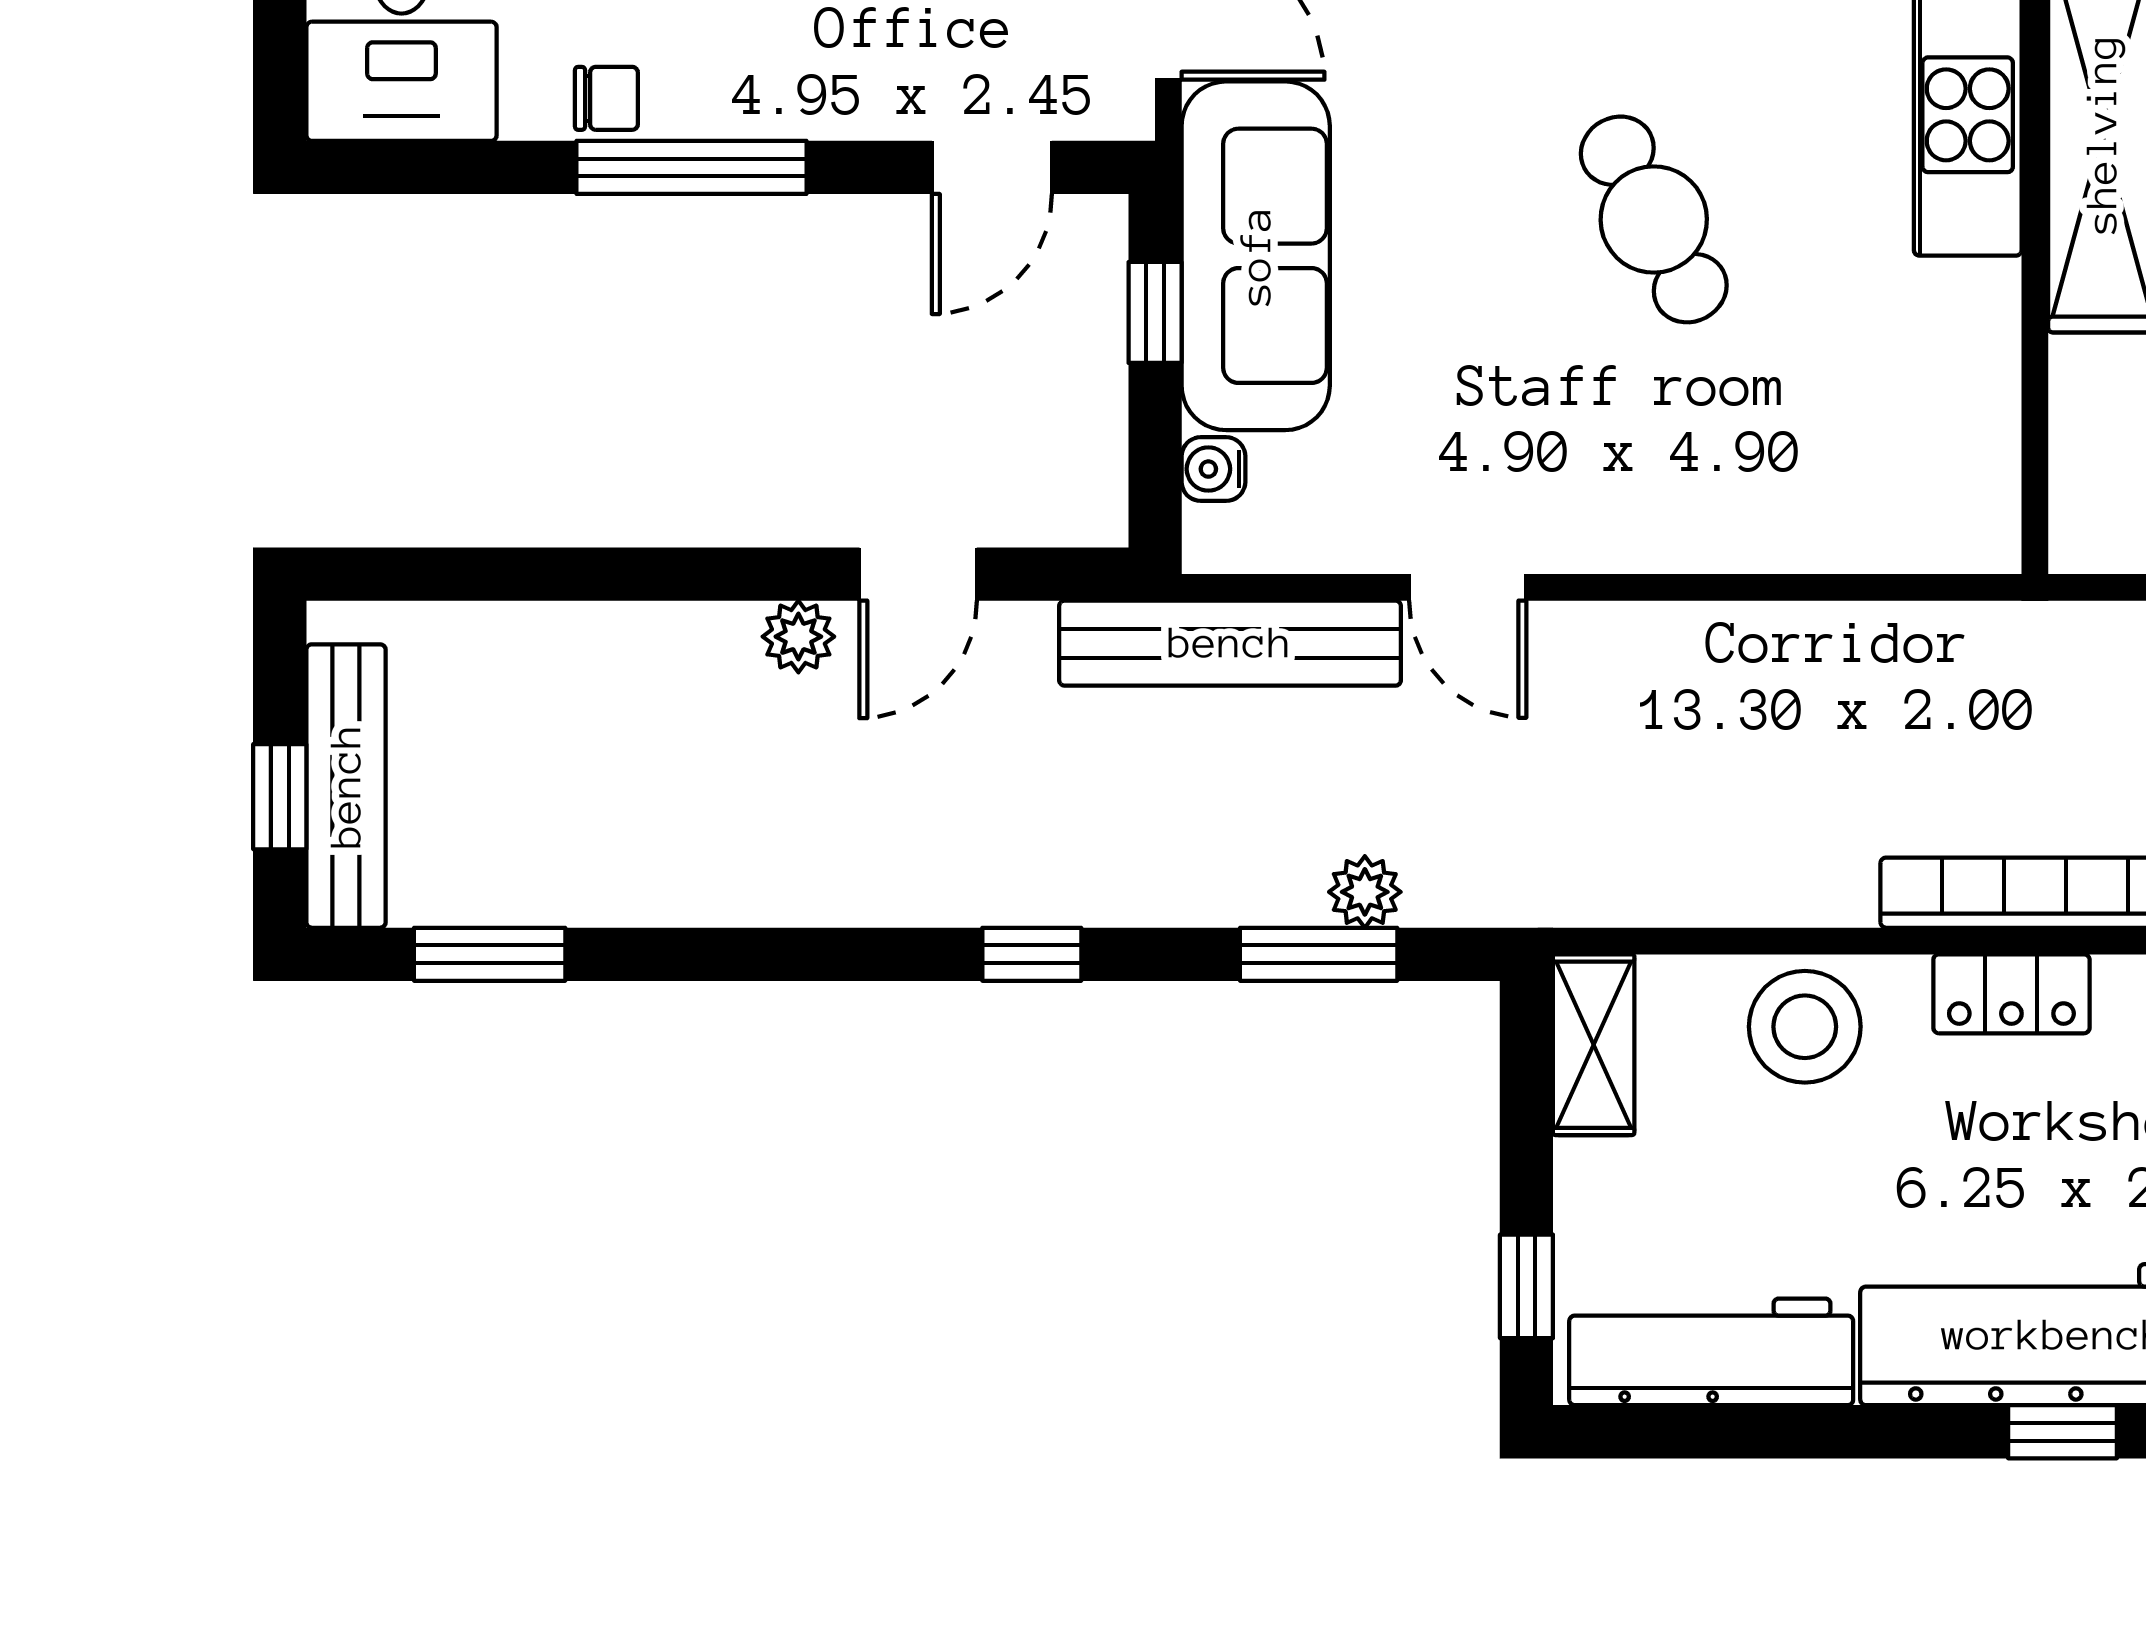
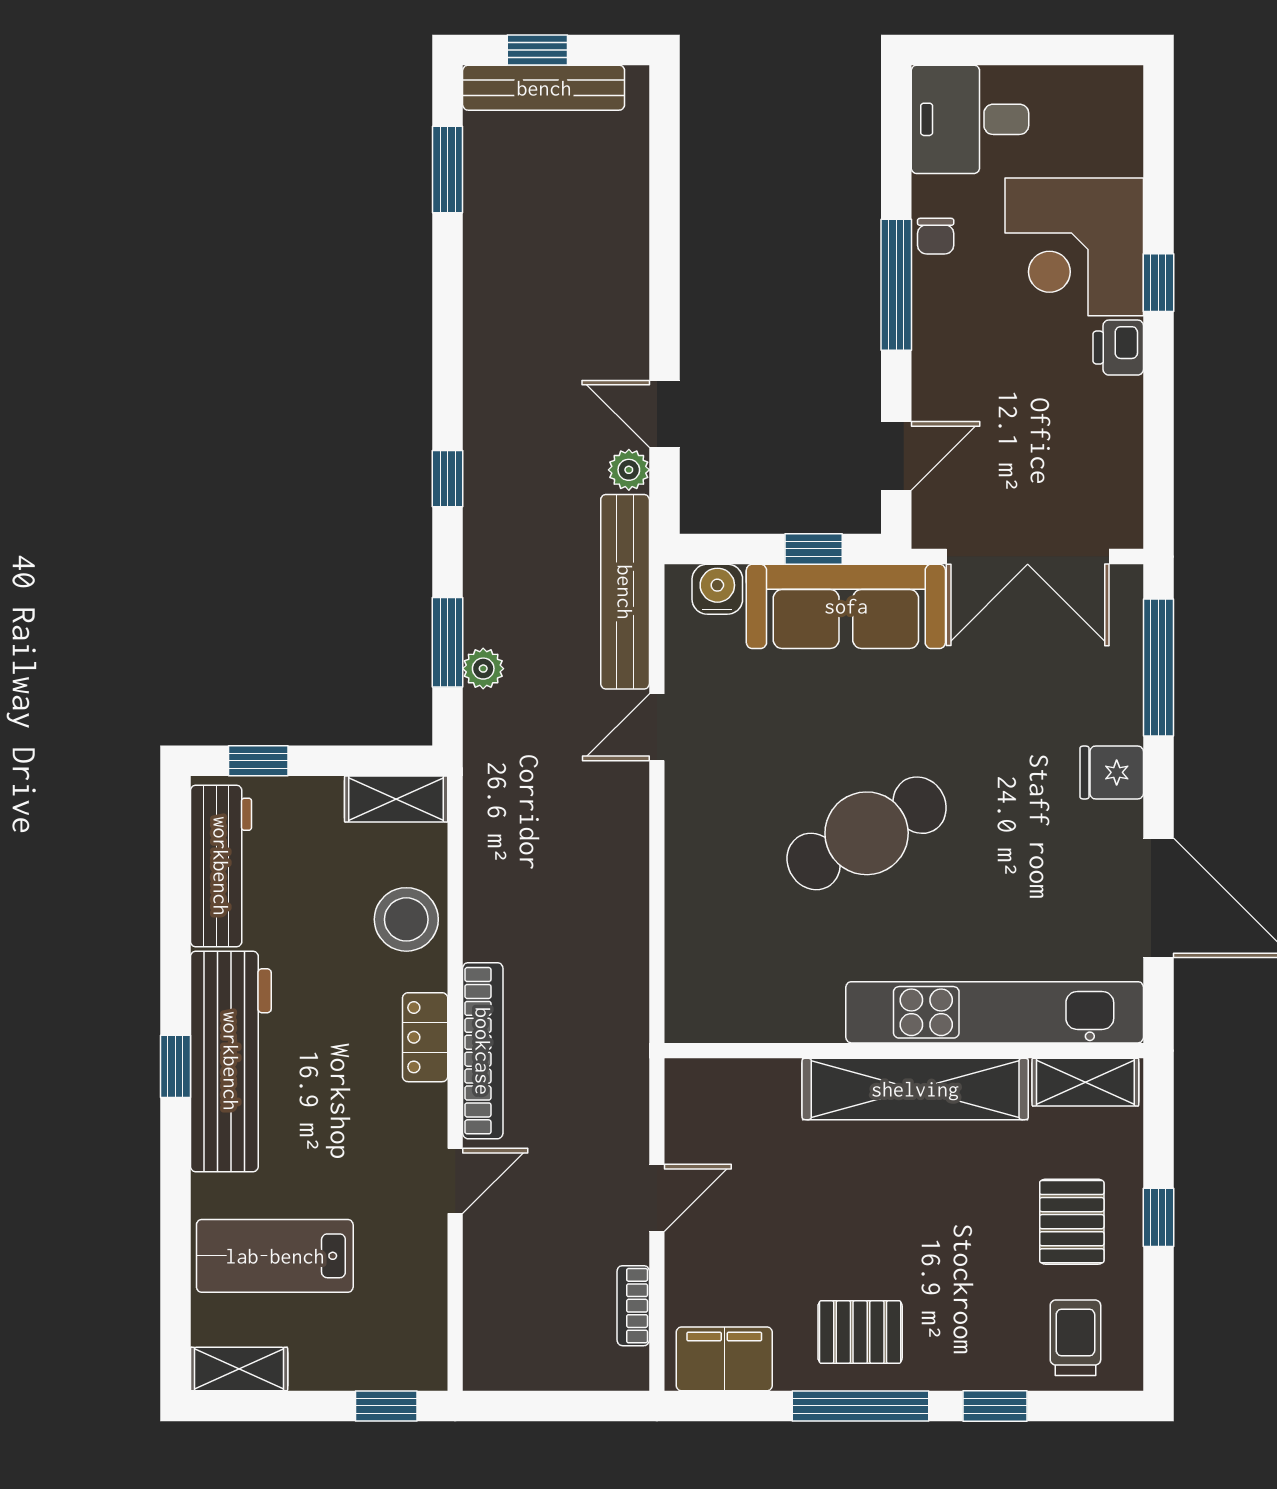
door: (992, 167) -> (896, 456), swing flipped
cafe table: (1654, 219) -> (867, 833), width x1.37, depth x1.35
water cooler: (1213, 469) -> (717, 589), width x1.38, depth x1.38
plant: (798, 637) -> (629, 470), moved

